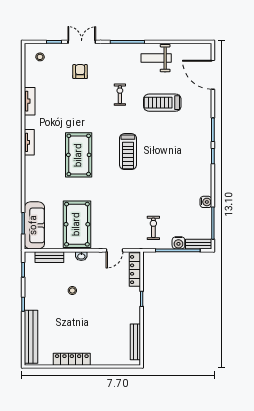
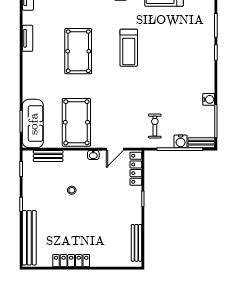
washbasin: (81, 256) -> (93, 155), moved

